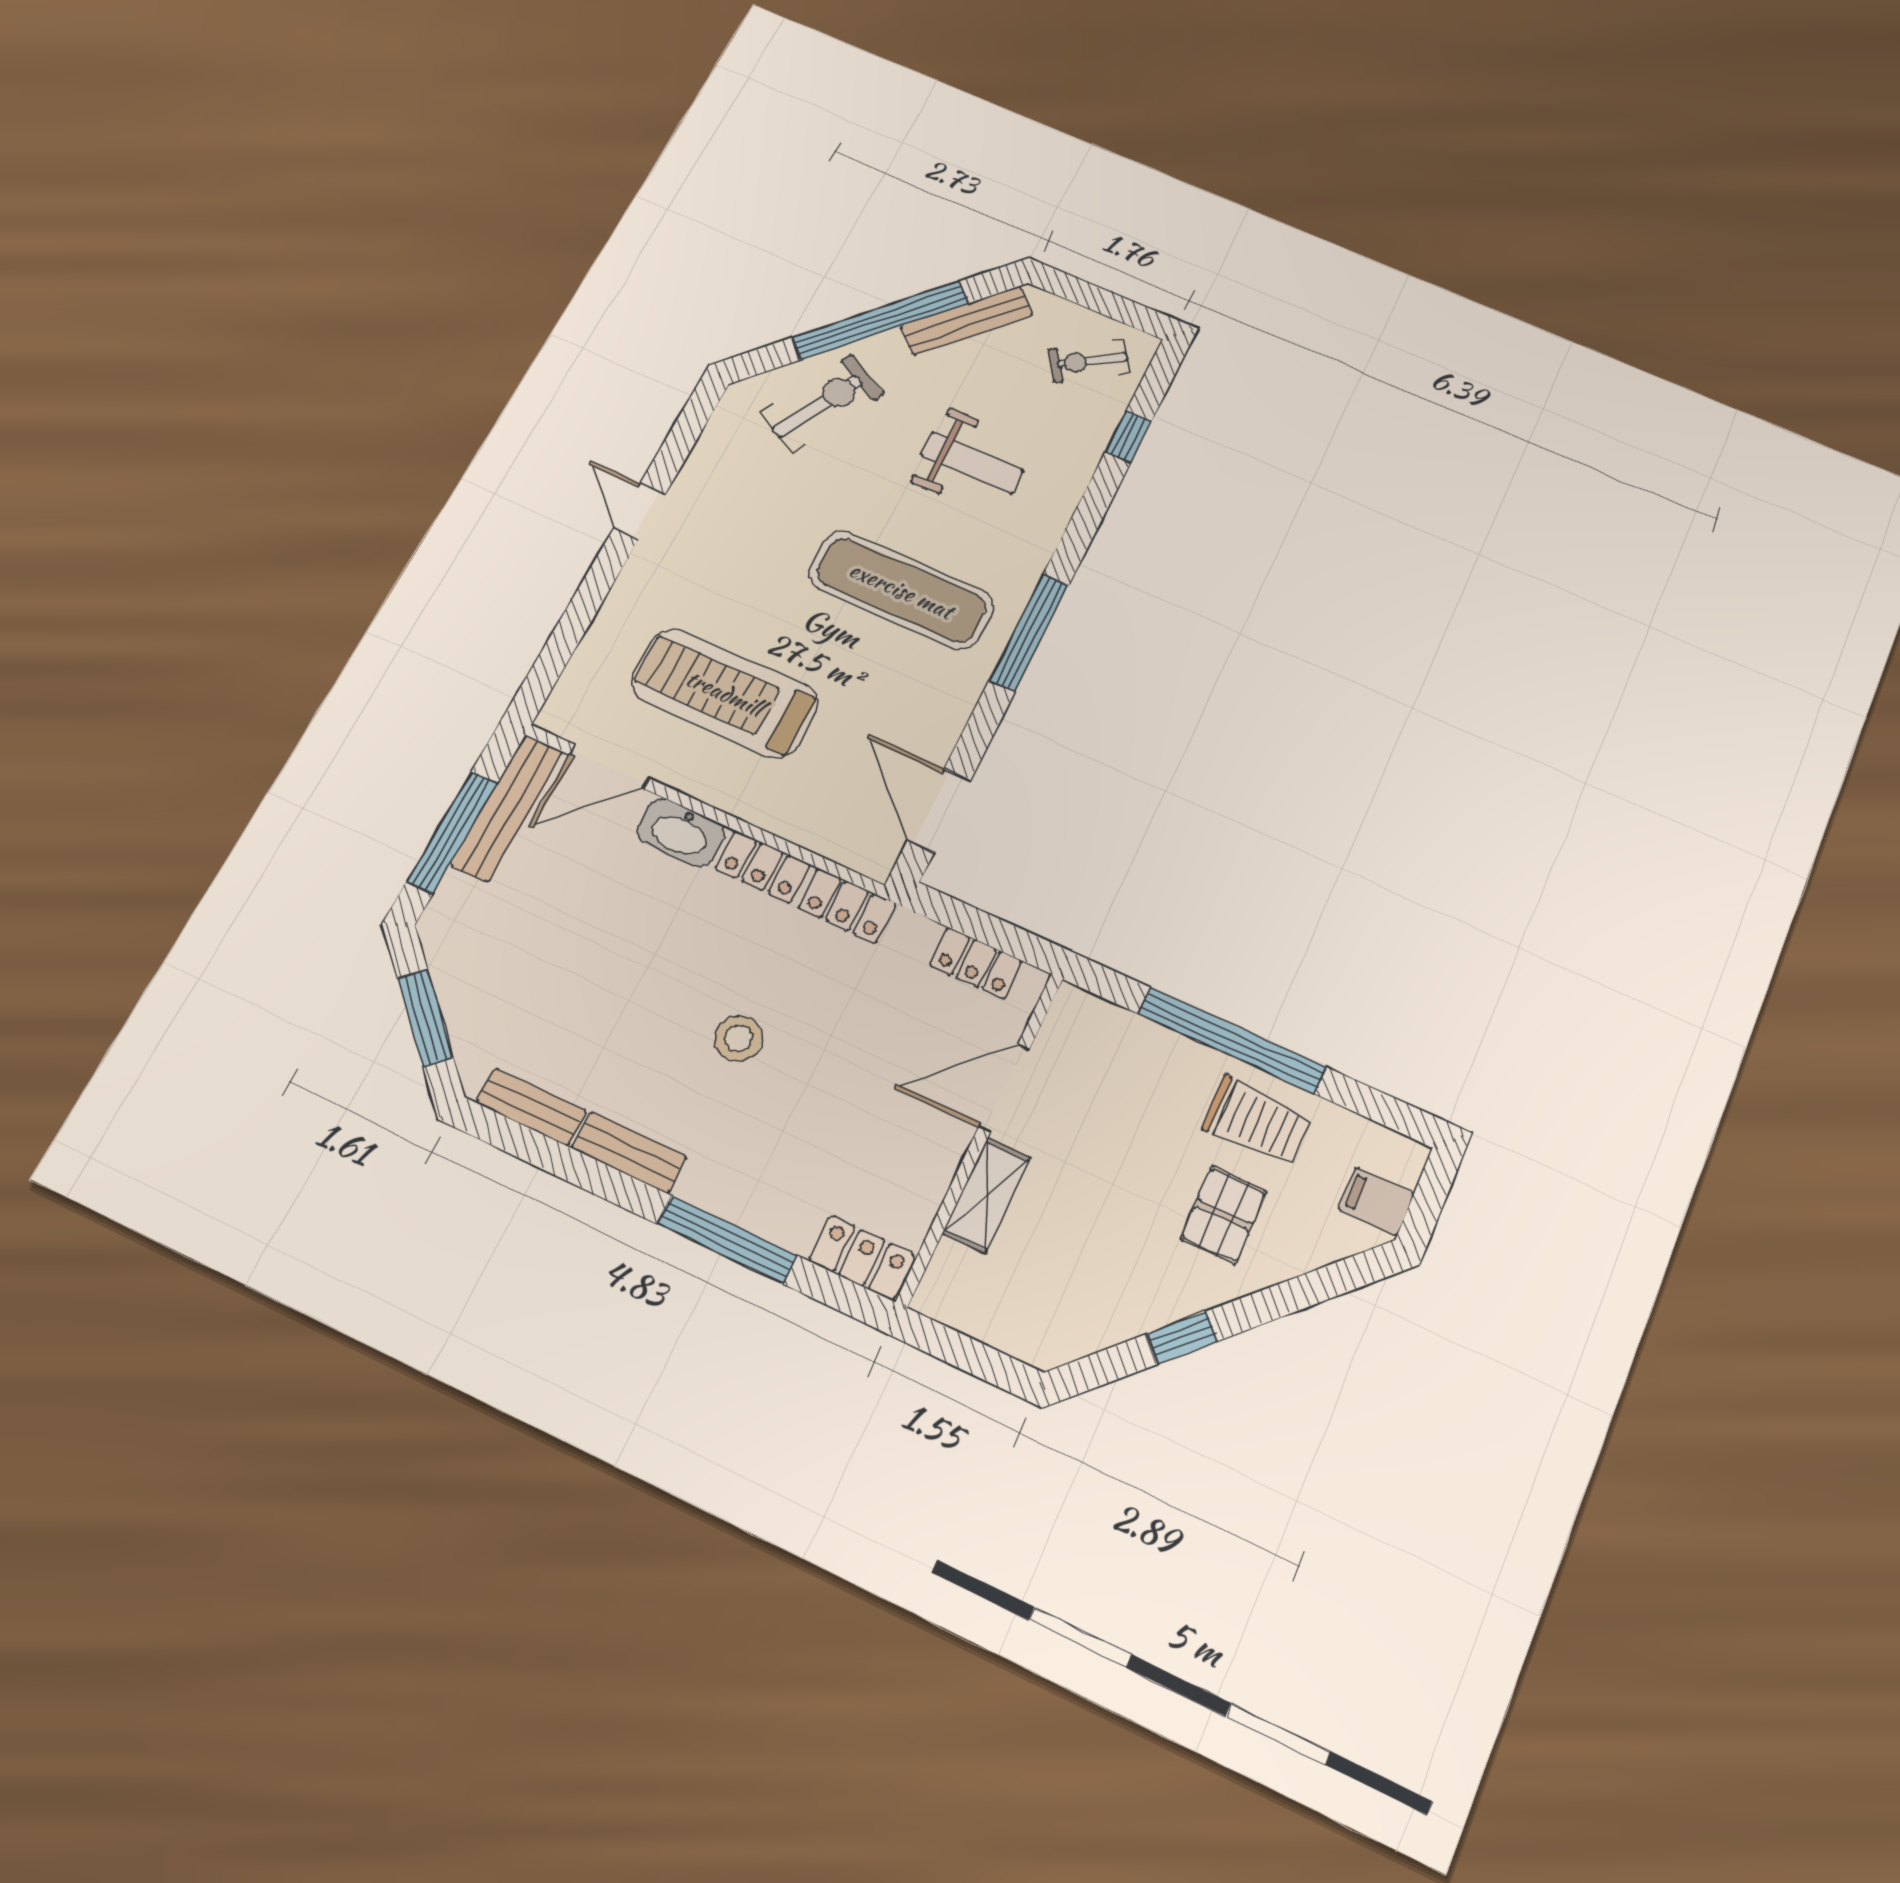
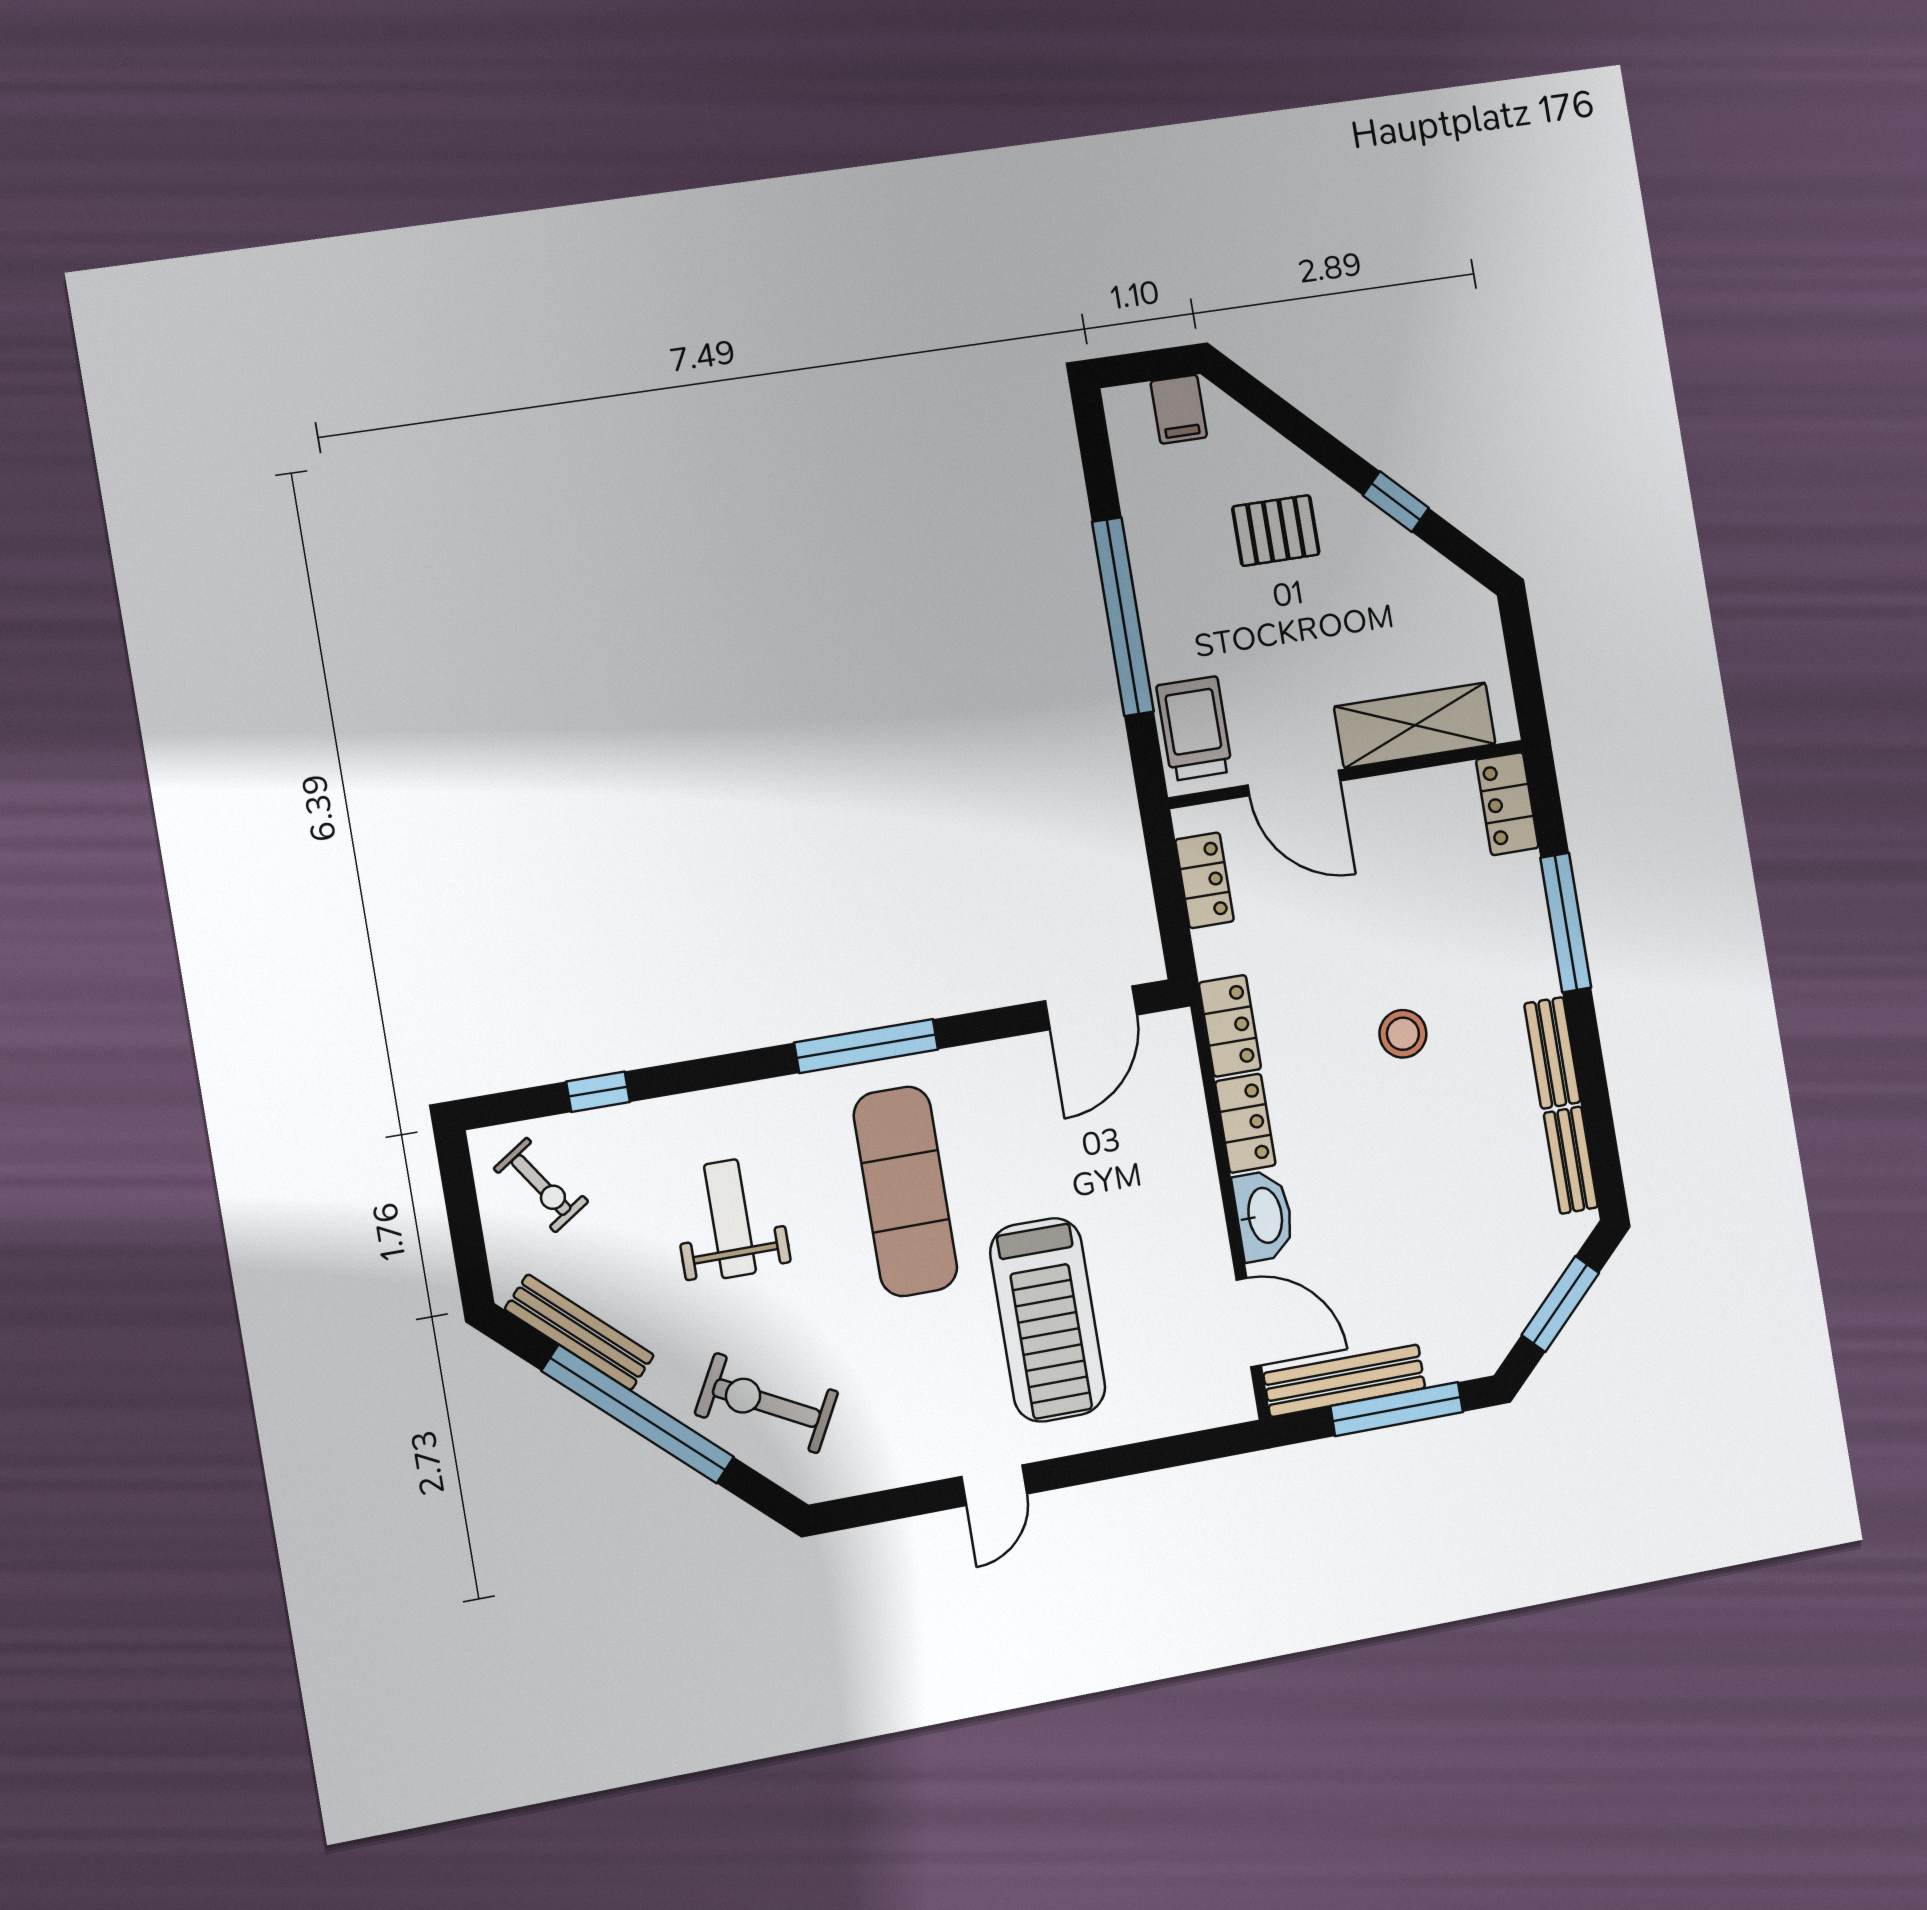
treadmill: (725, 693) -> (1048, 1320), moved
trolley: (1257, 1122) -> (1194, 728), moved
shelving: (986, 1195) -> (1415, 725), width x1.50, depth x1.33

